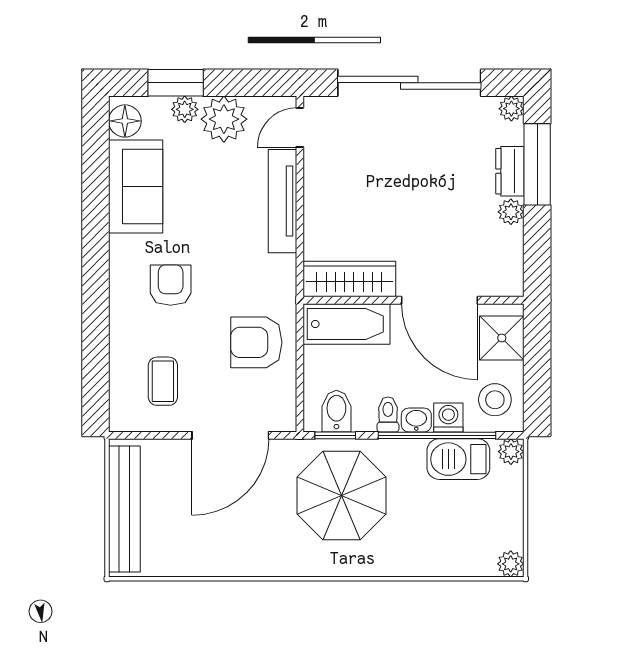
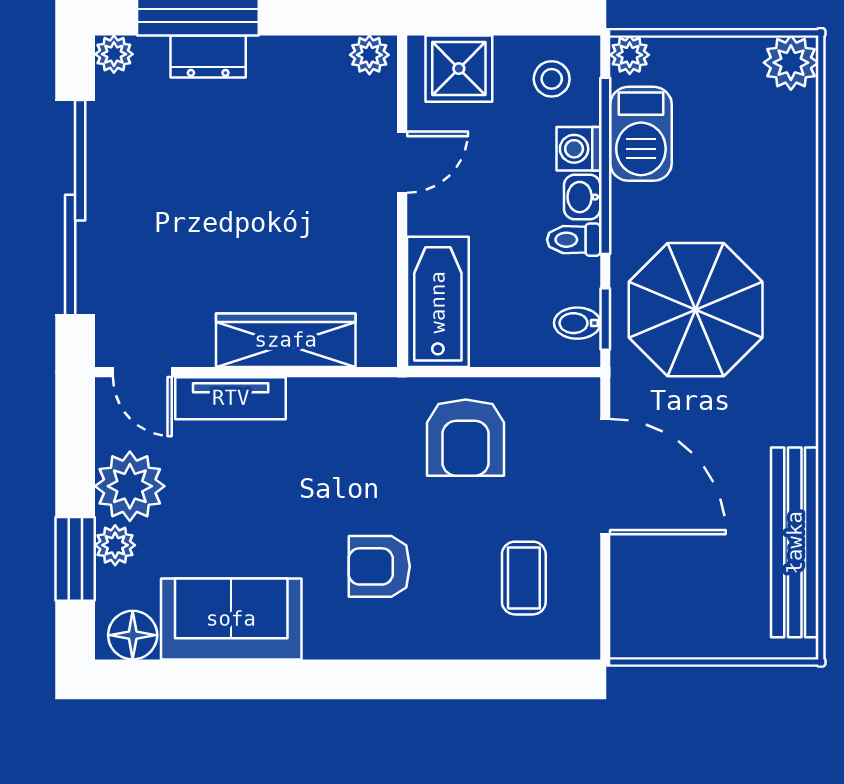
tv unit: (282, 201) -> (231, 398), width x0.71
plant: (511, 212) -> (369, 55), moved
wardrobe: (349, 279) -> (286, 340), moved, turned 90
door: (440, 300) -> (402, 162), width x0.53
coffee table: (163, 381) -> (524, 578), turned 90
stool: (495, 400) -> (552, 79), width x0.73, depth x0.73
bidet: (336, 411) -> (577, 323), width x0.72, depth x0.74
bench: (124, 509) -> (795, 542), moved, turned 90
plant: (511, 564) -> (791, 63), width x1.38, depth x1.38

